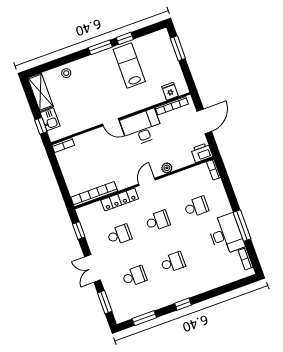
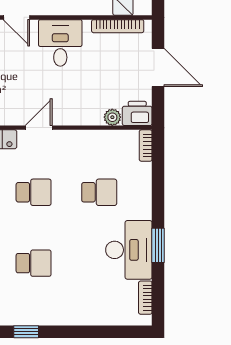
door: (204, 121) -> (158, 67), hinge flipped
desk: (142, 128) -> (60, 43), width x0.73
plant: (167, 168) -> (112, 117), moved
window: (242, 226) -> (158, 245), width x0.69

